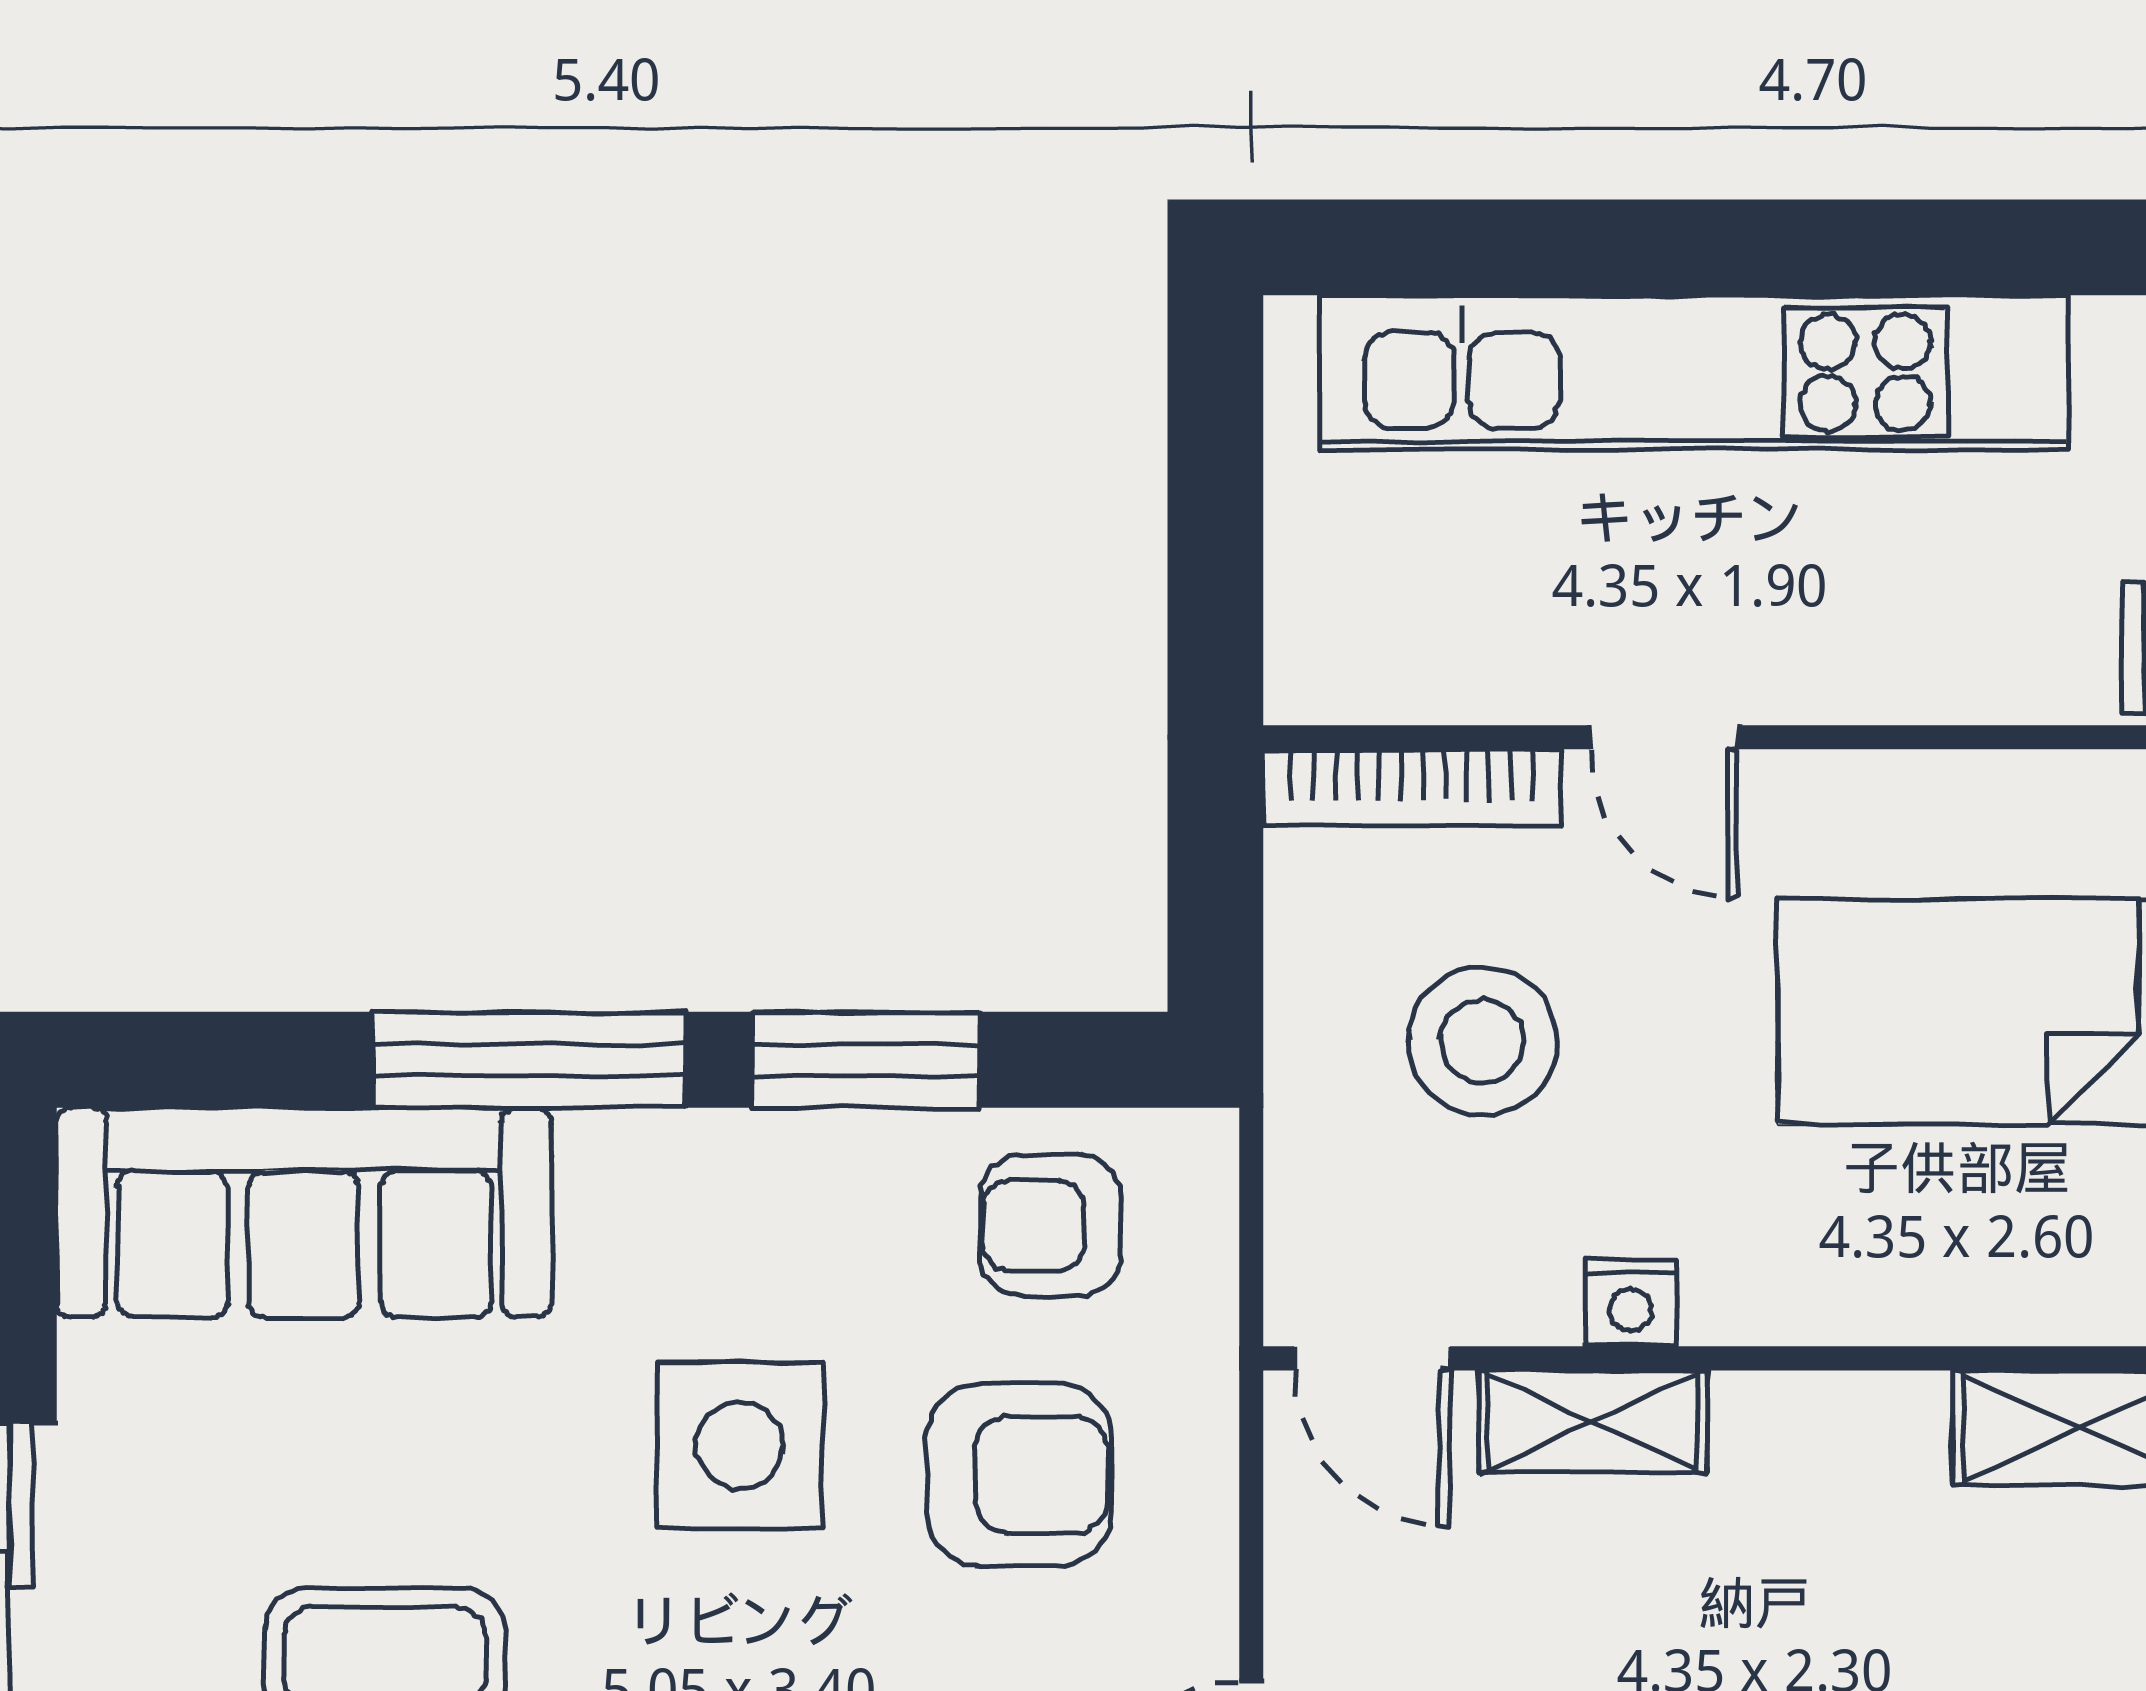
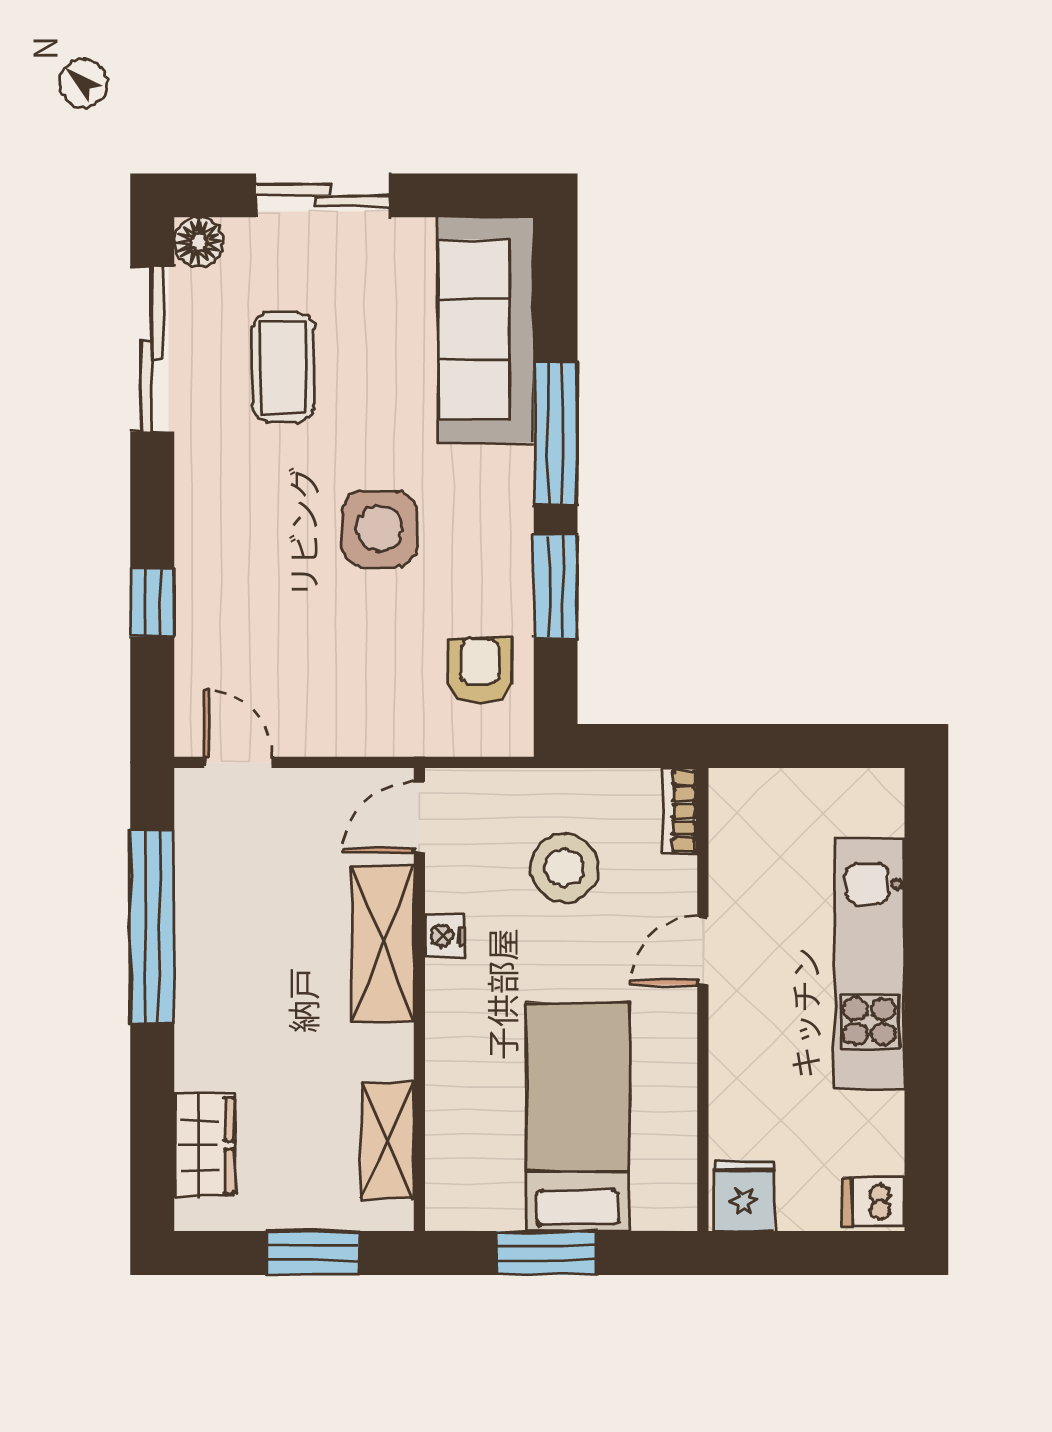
kitchen unit: (1693, 372) -> (869, 964), width x0.73
bookcase: (1412, 787) -> (680, 811), width x0.64
shelving: (1593, 1422) -> (383, 944), width x1.50, depth x1.33
armchair: (1019, 1475) -> (366, 656), removed

